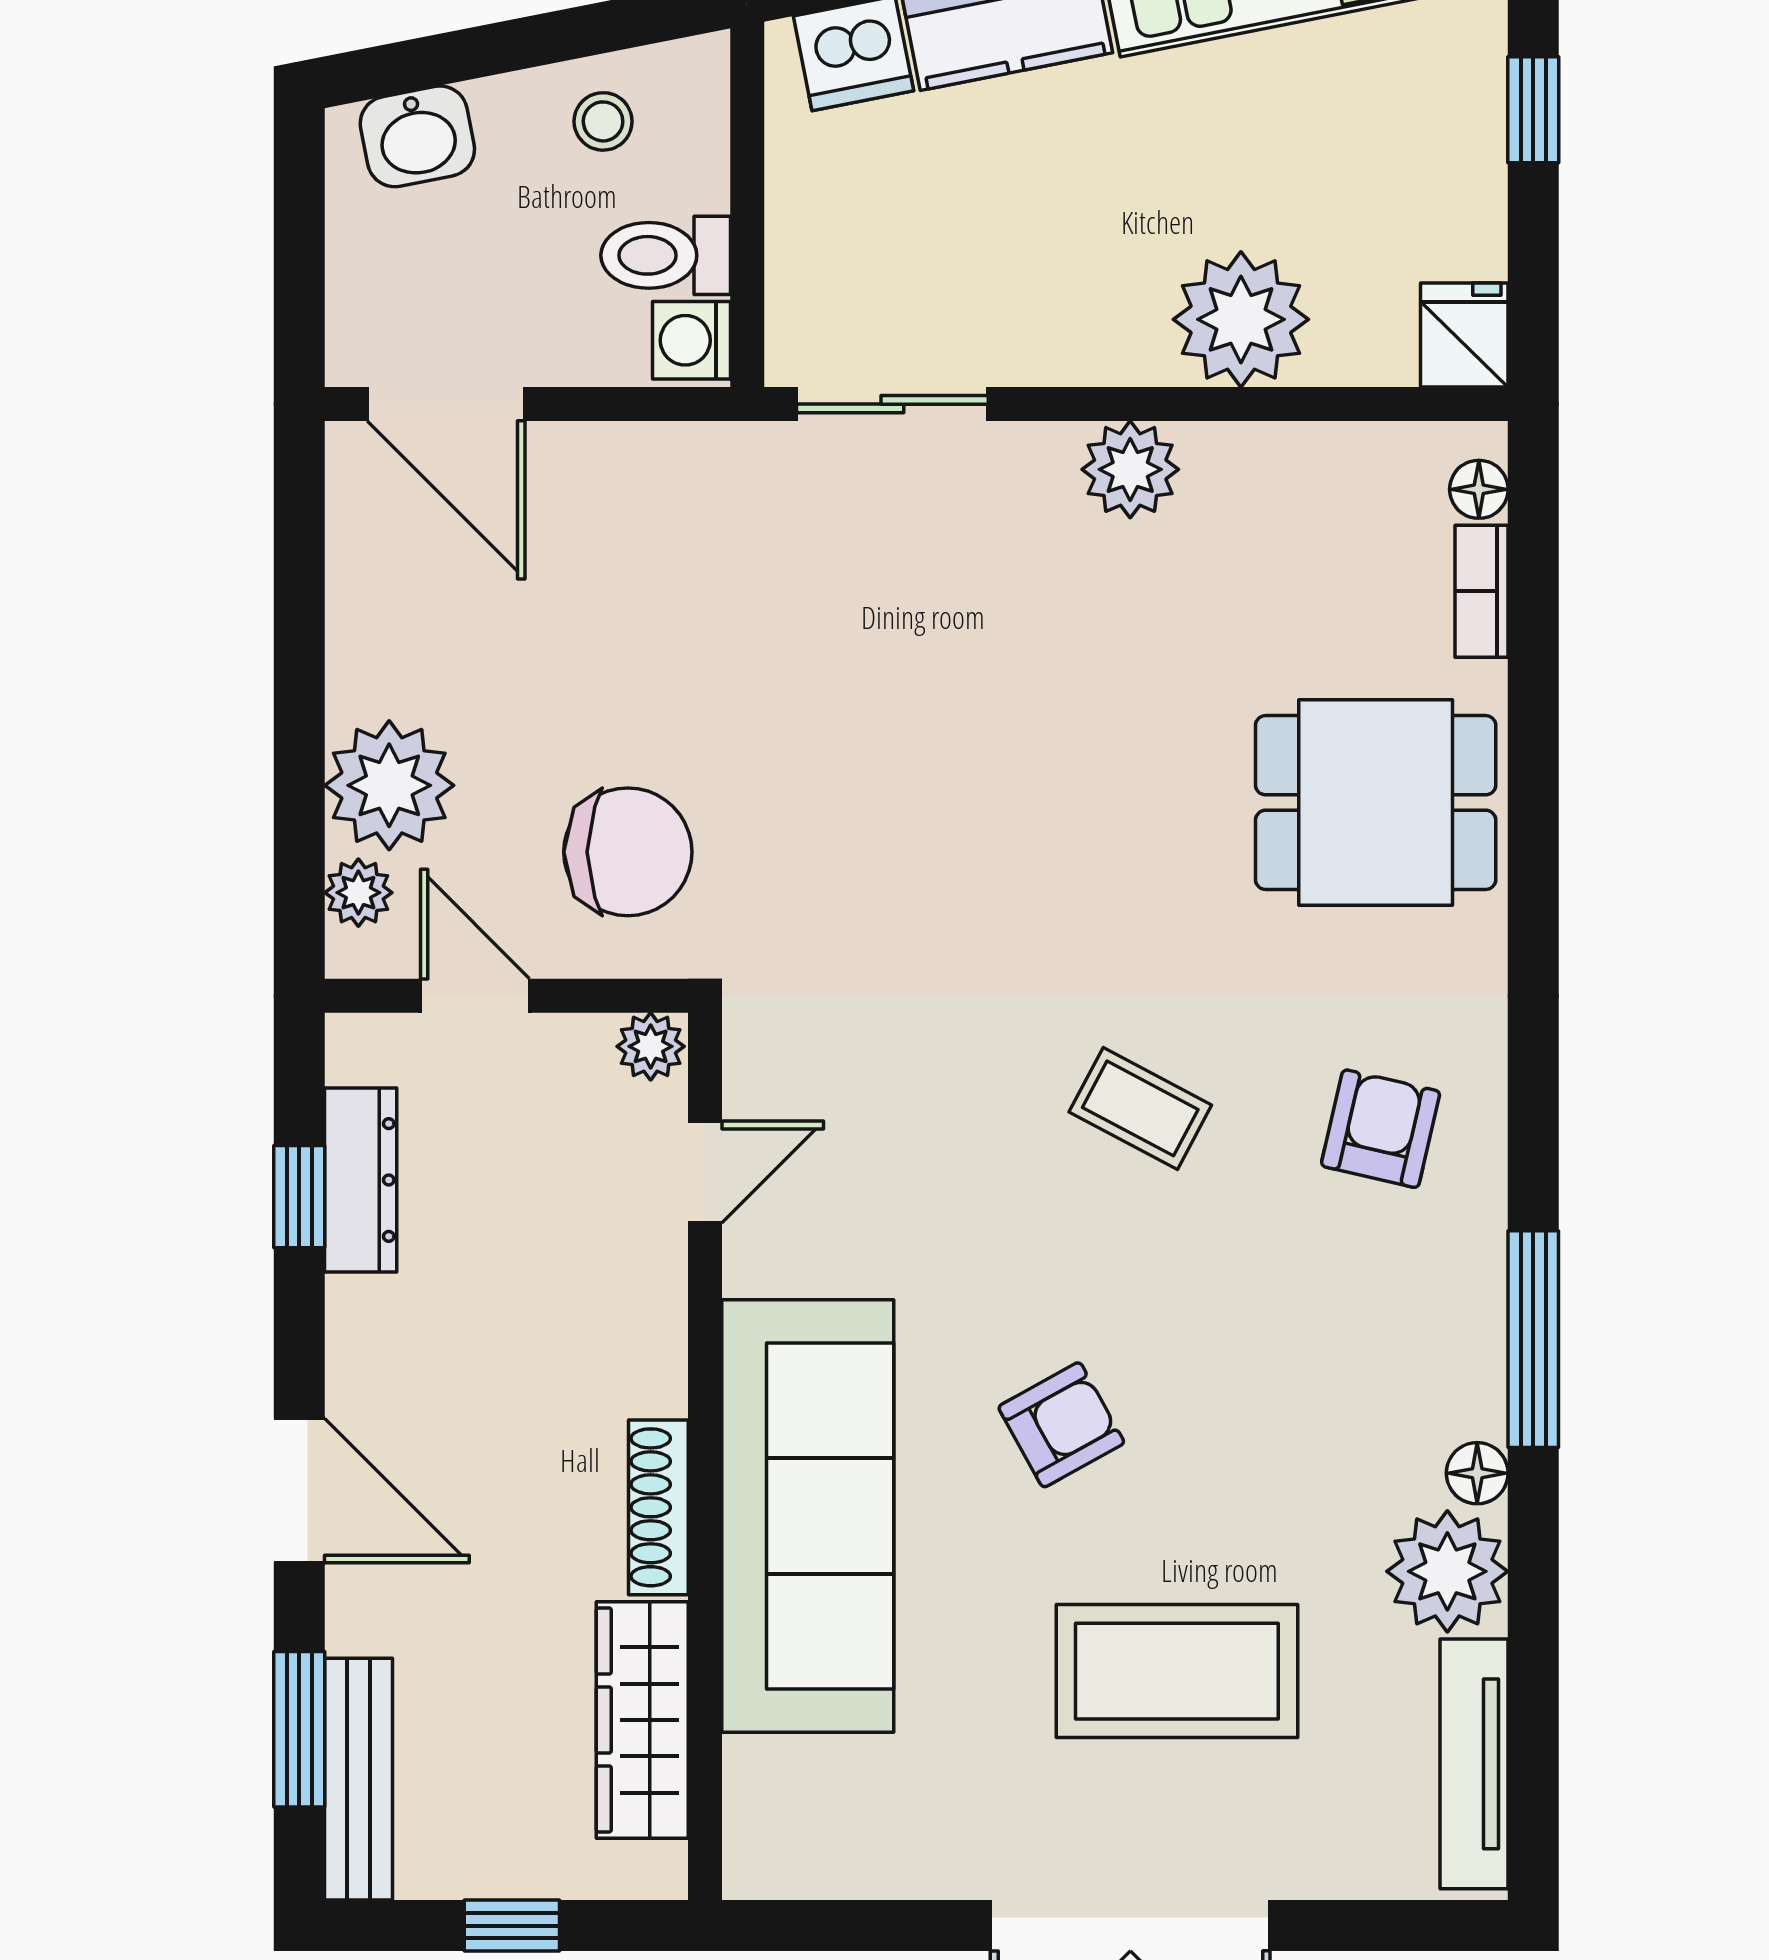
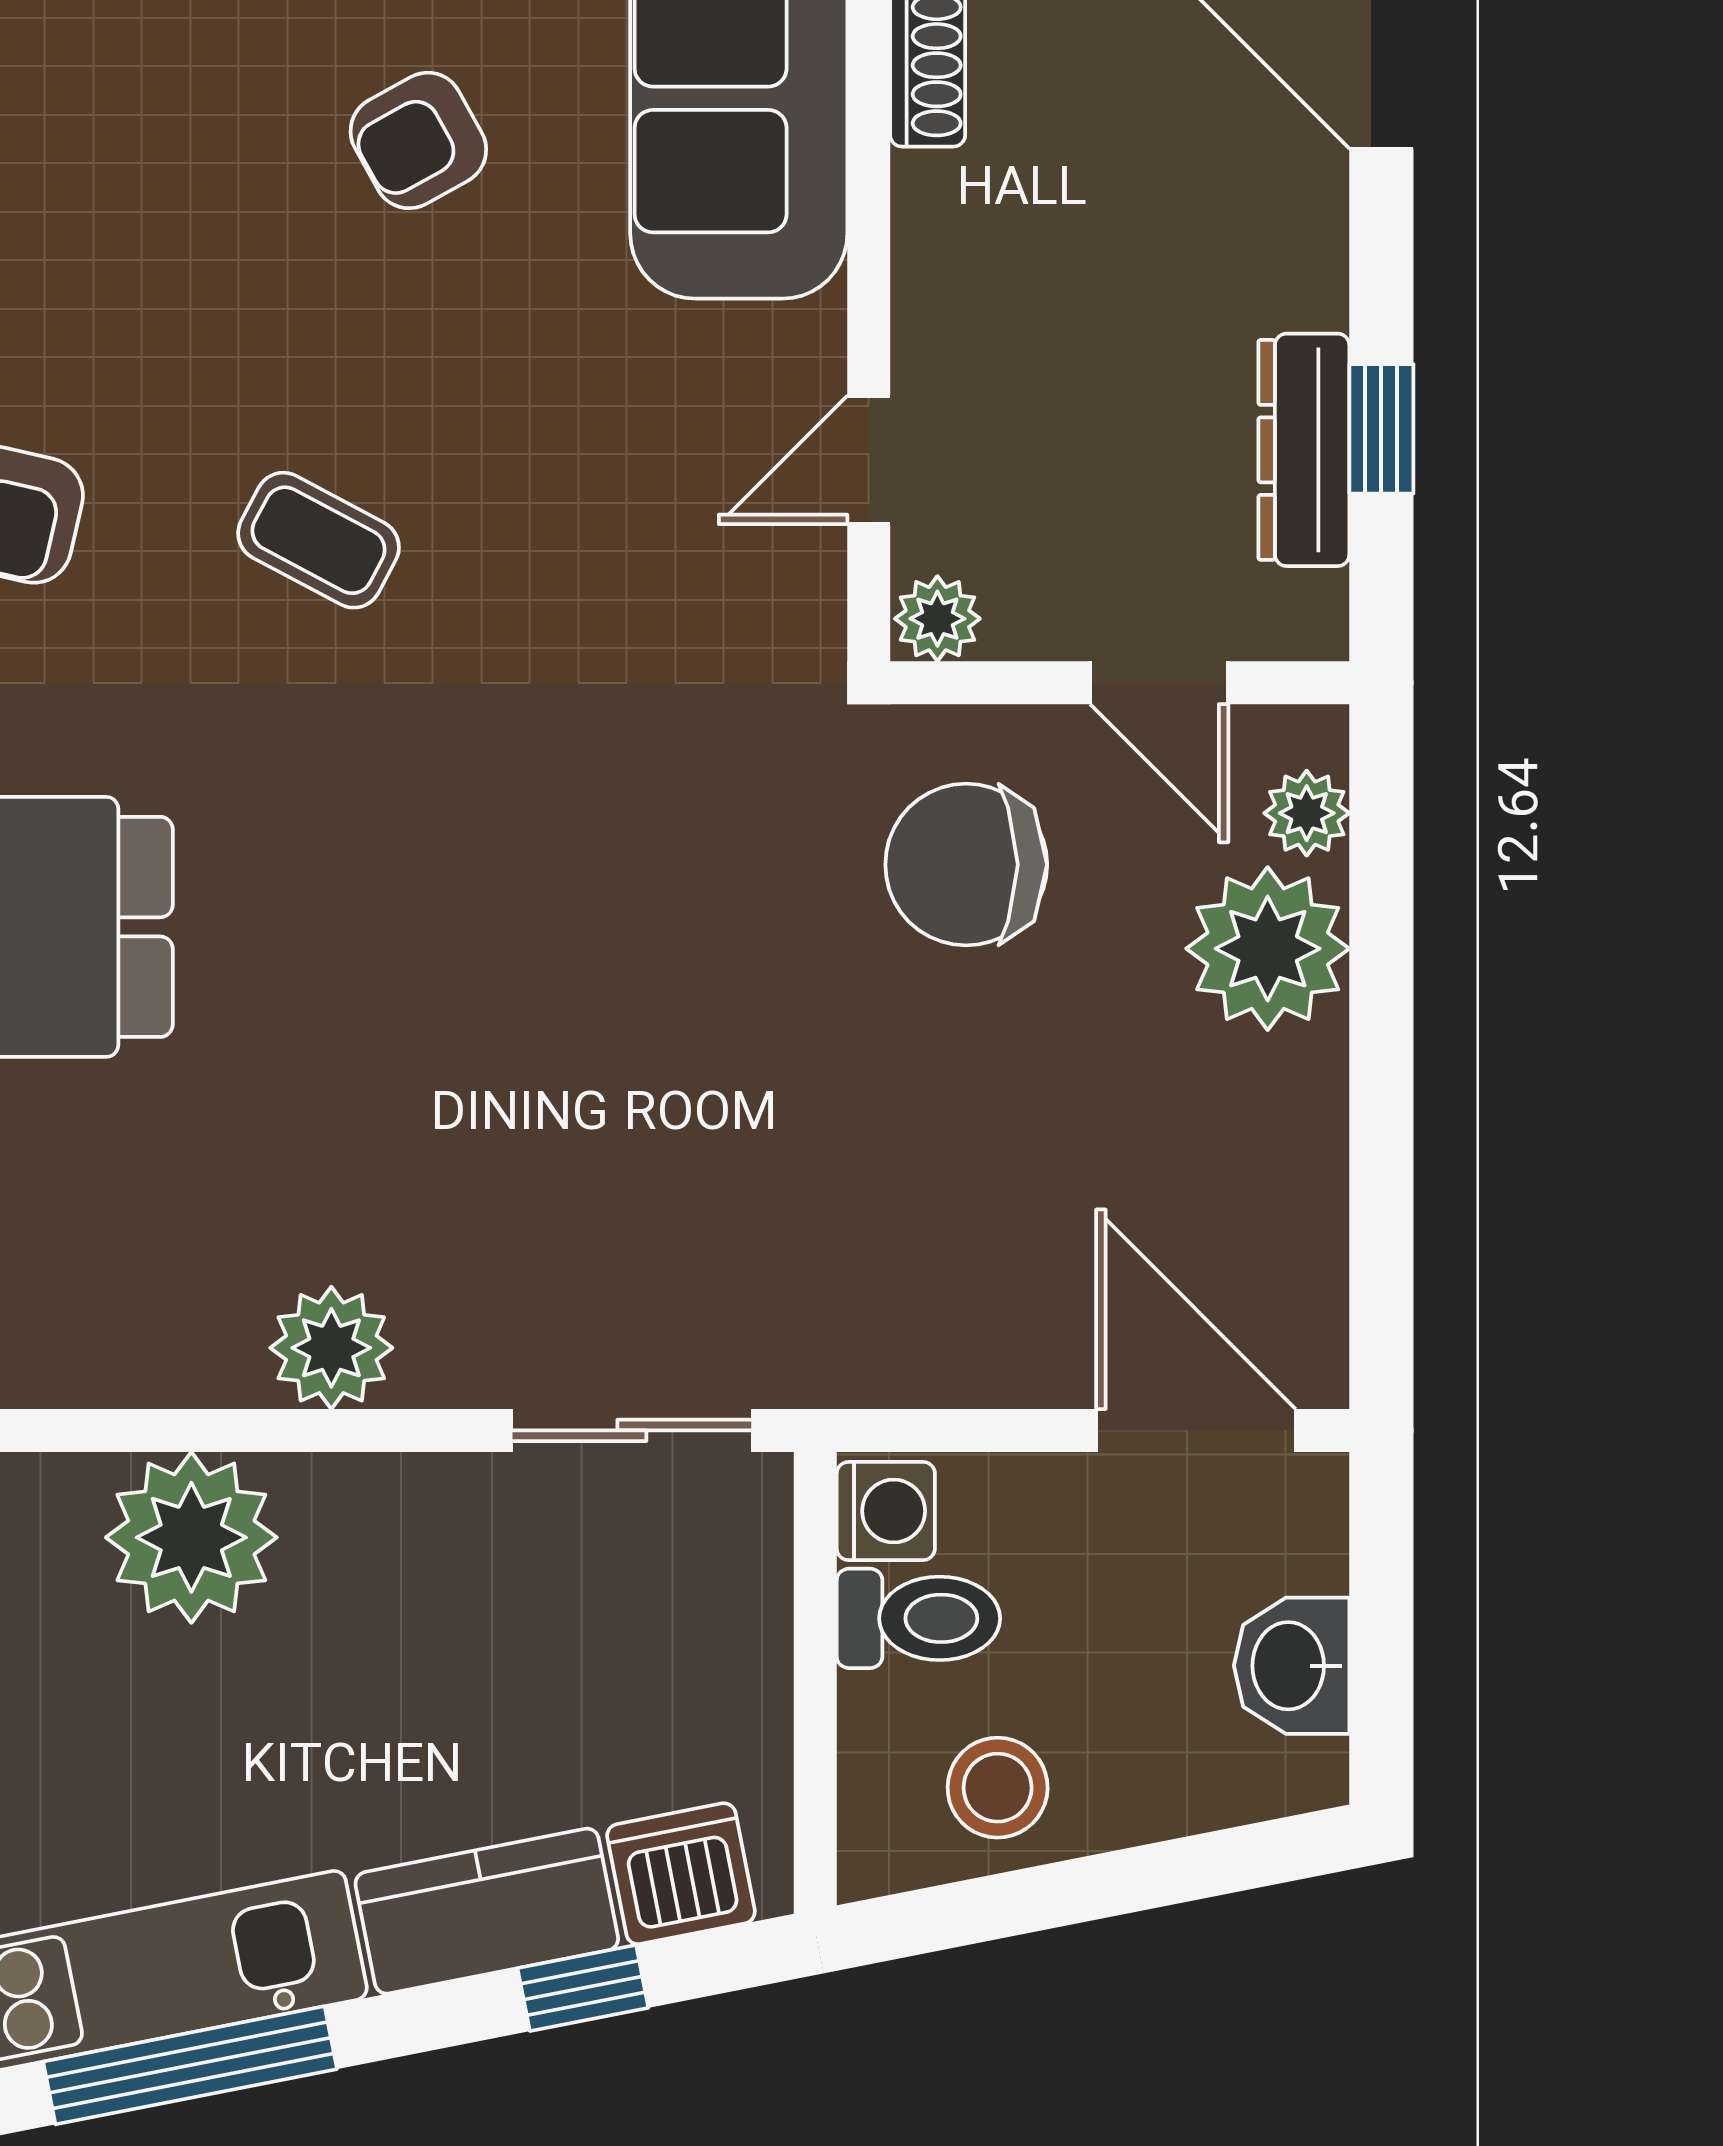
stool: (603, 121) -> (998, 1788), width x1.37, depth x1.37
washbasin: (417, 136) -> (1292, 1666), moved, turned -79

